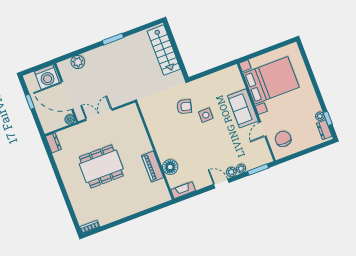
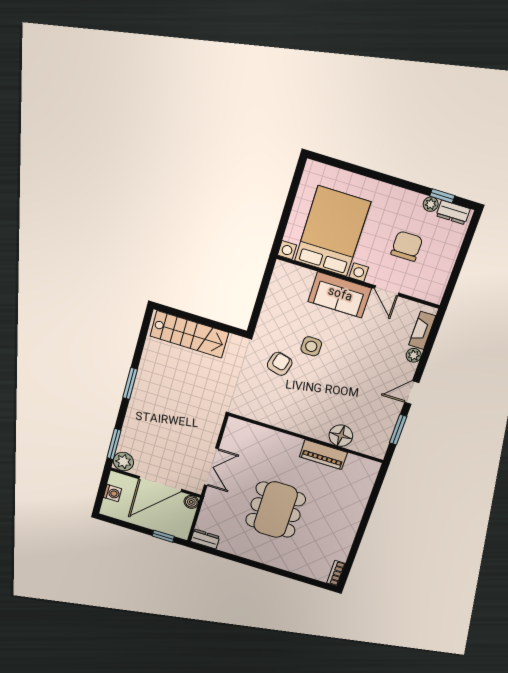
window: (71, 55) -> (114, 444), added
plant: (78, 62) -> (123, 462), moved
washing machine: (47, 77) -> (112, 493), width x0.53, depth x0.53
window: (30, 102) -> (163, 536), moved
double door: (99, 115) -> (211, 467), swing flipped
chair: (283, 139) -> (407, 246), moved, turned 90
window: (258, 170) -> (398, 430), moved
plant: (231, 172) -> (408, 370), removed
fireplace: (183, 190) -> (422, 330), moved

